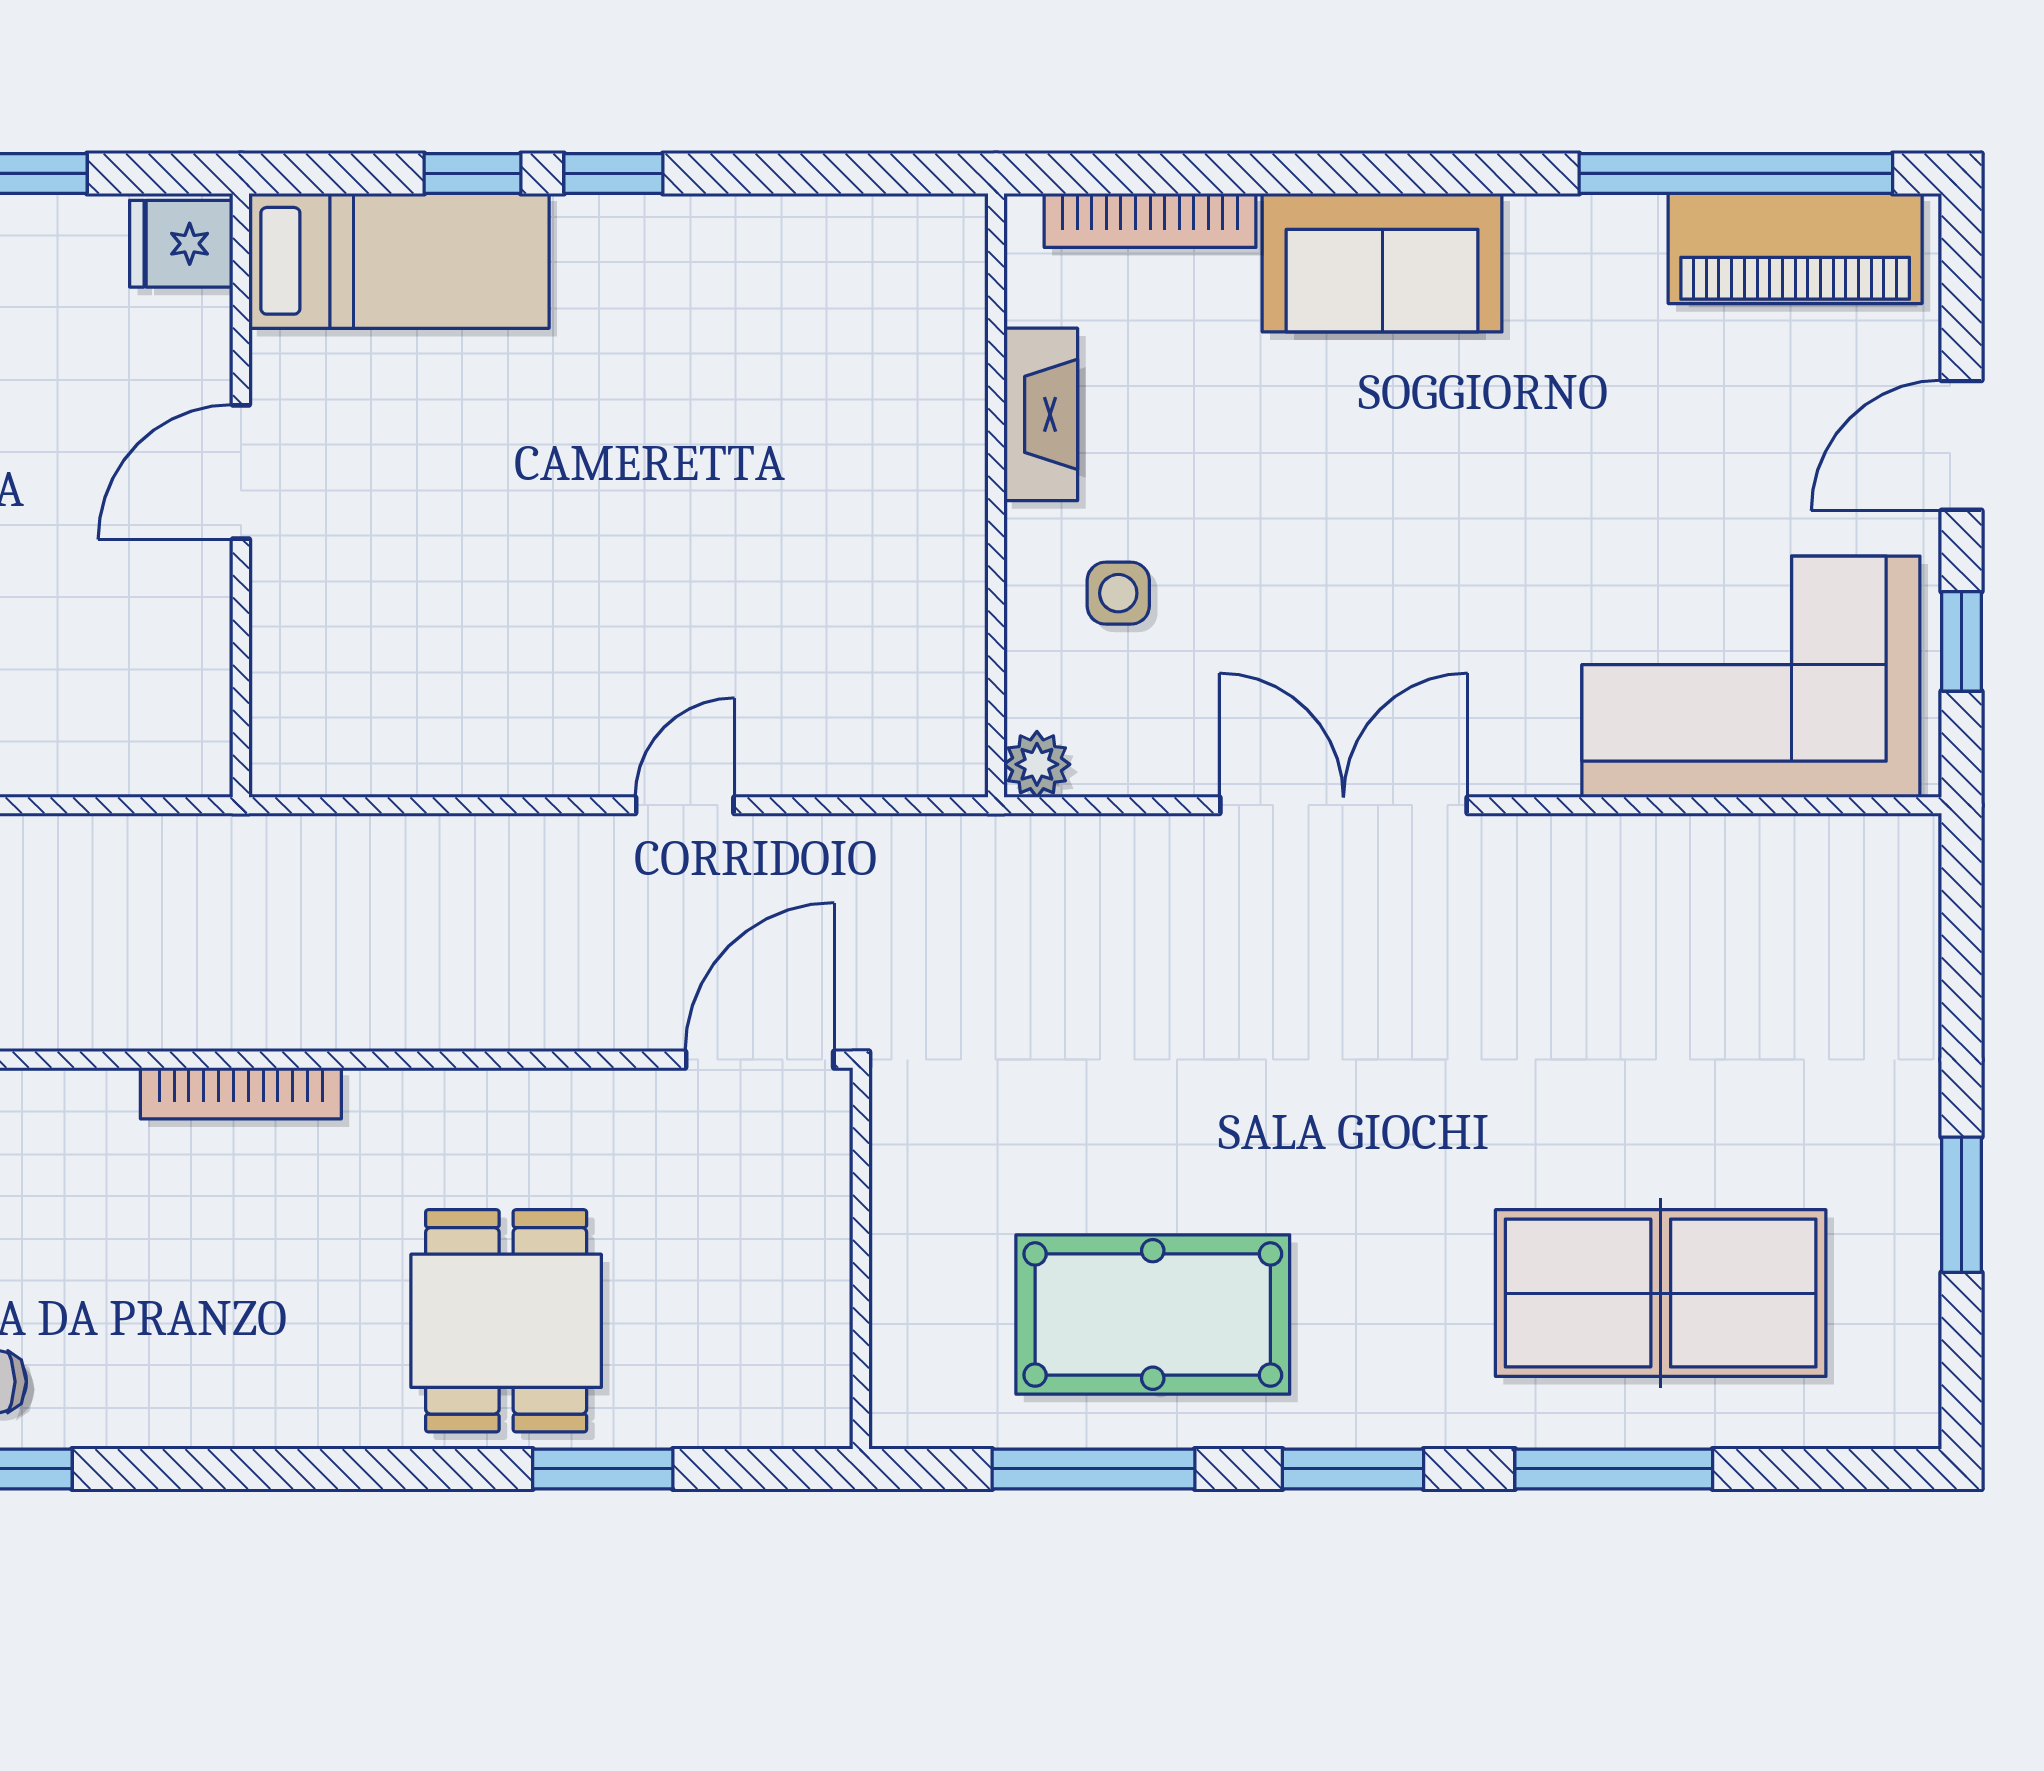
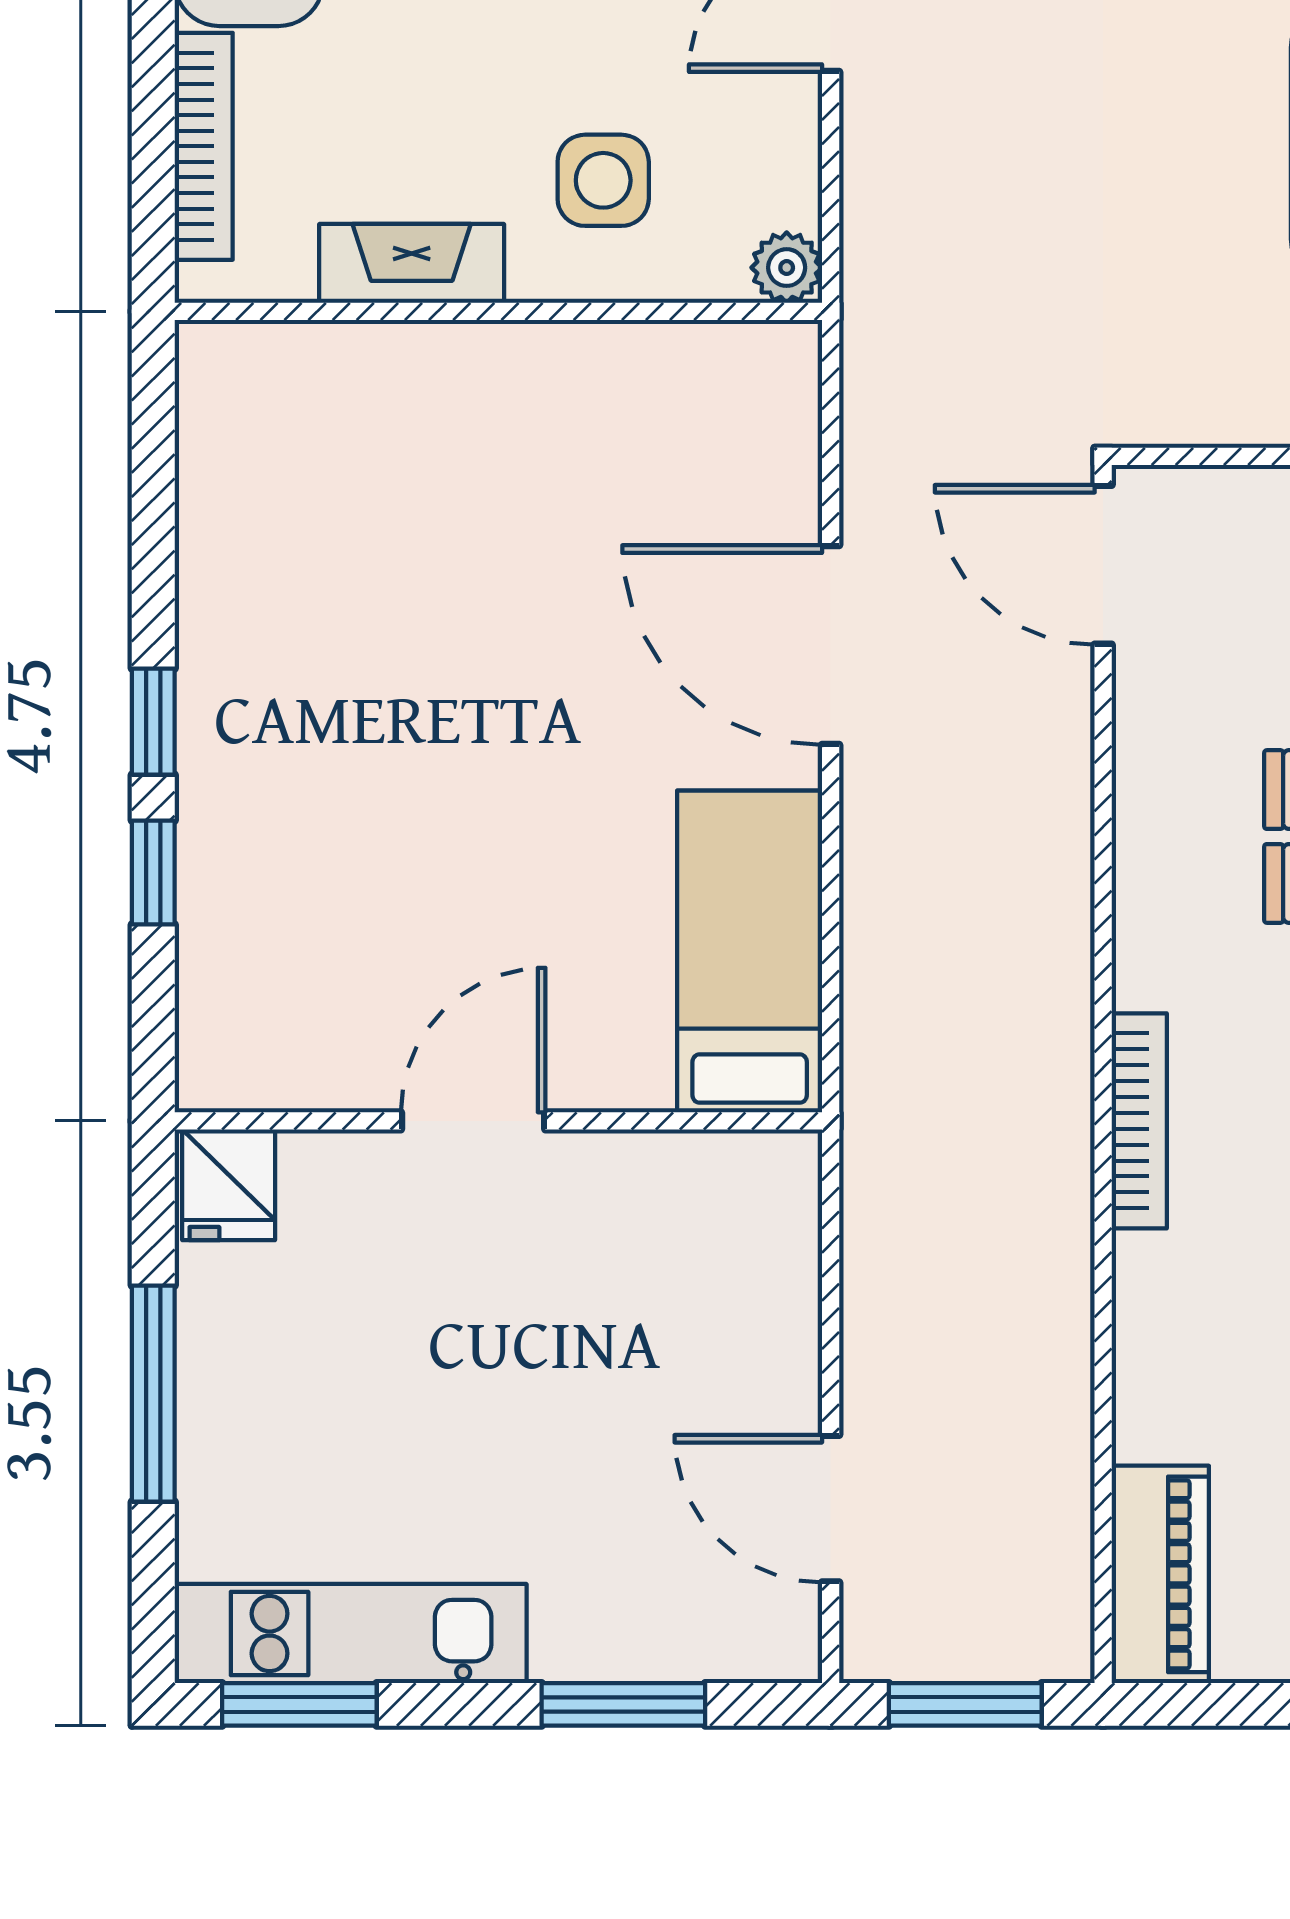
bed: (399, 261) -> (750, 951), moved
door: (241, 472) -> (473, 1121), swing flipped
side table: (1118, 593) -> (603, 180), width x1.37, depth x1.37
door: (685, 805) -> (831, 645), width x1.88

